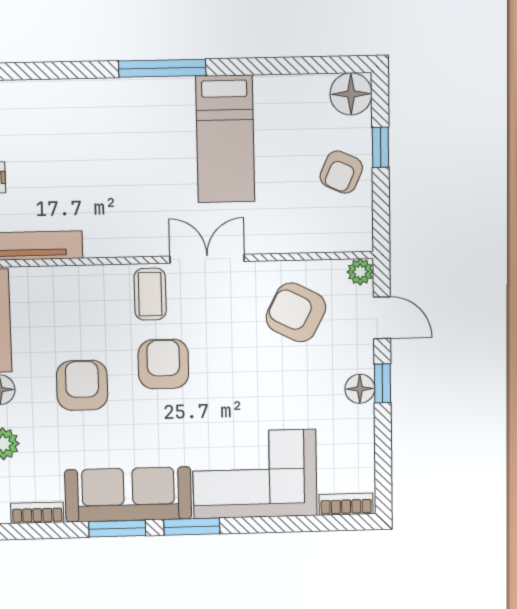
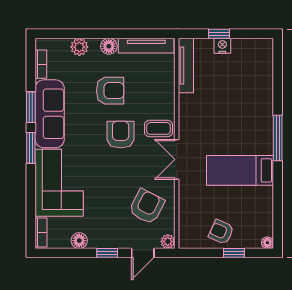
floor lamp: (351, 94) -> (267, 243), width x0.53, depth x0.53
double door: (207, 259) -> (177, 159), swing flipped
armchair: (163, 364) -> (121, 135), turned -90
floor lamp: (360, 389) -> (79, 241), moved

